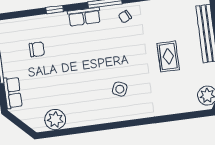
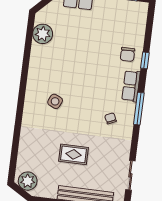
chair: (125, 17) -> (110, 118), moved
chair: (37, 49) -> (127, 54), moved

